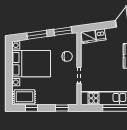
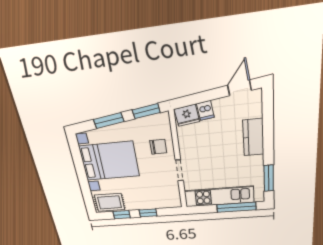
window: (62, 108) -> (148, 213), moved

